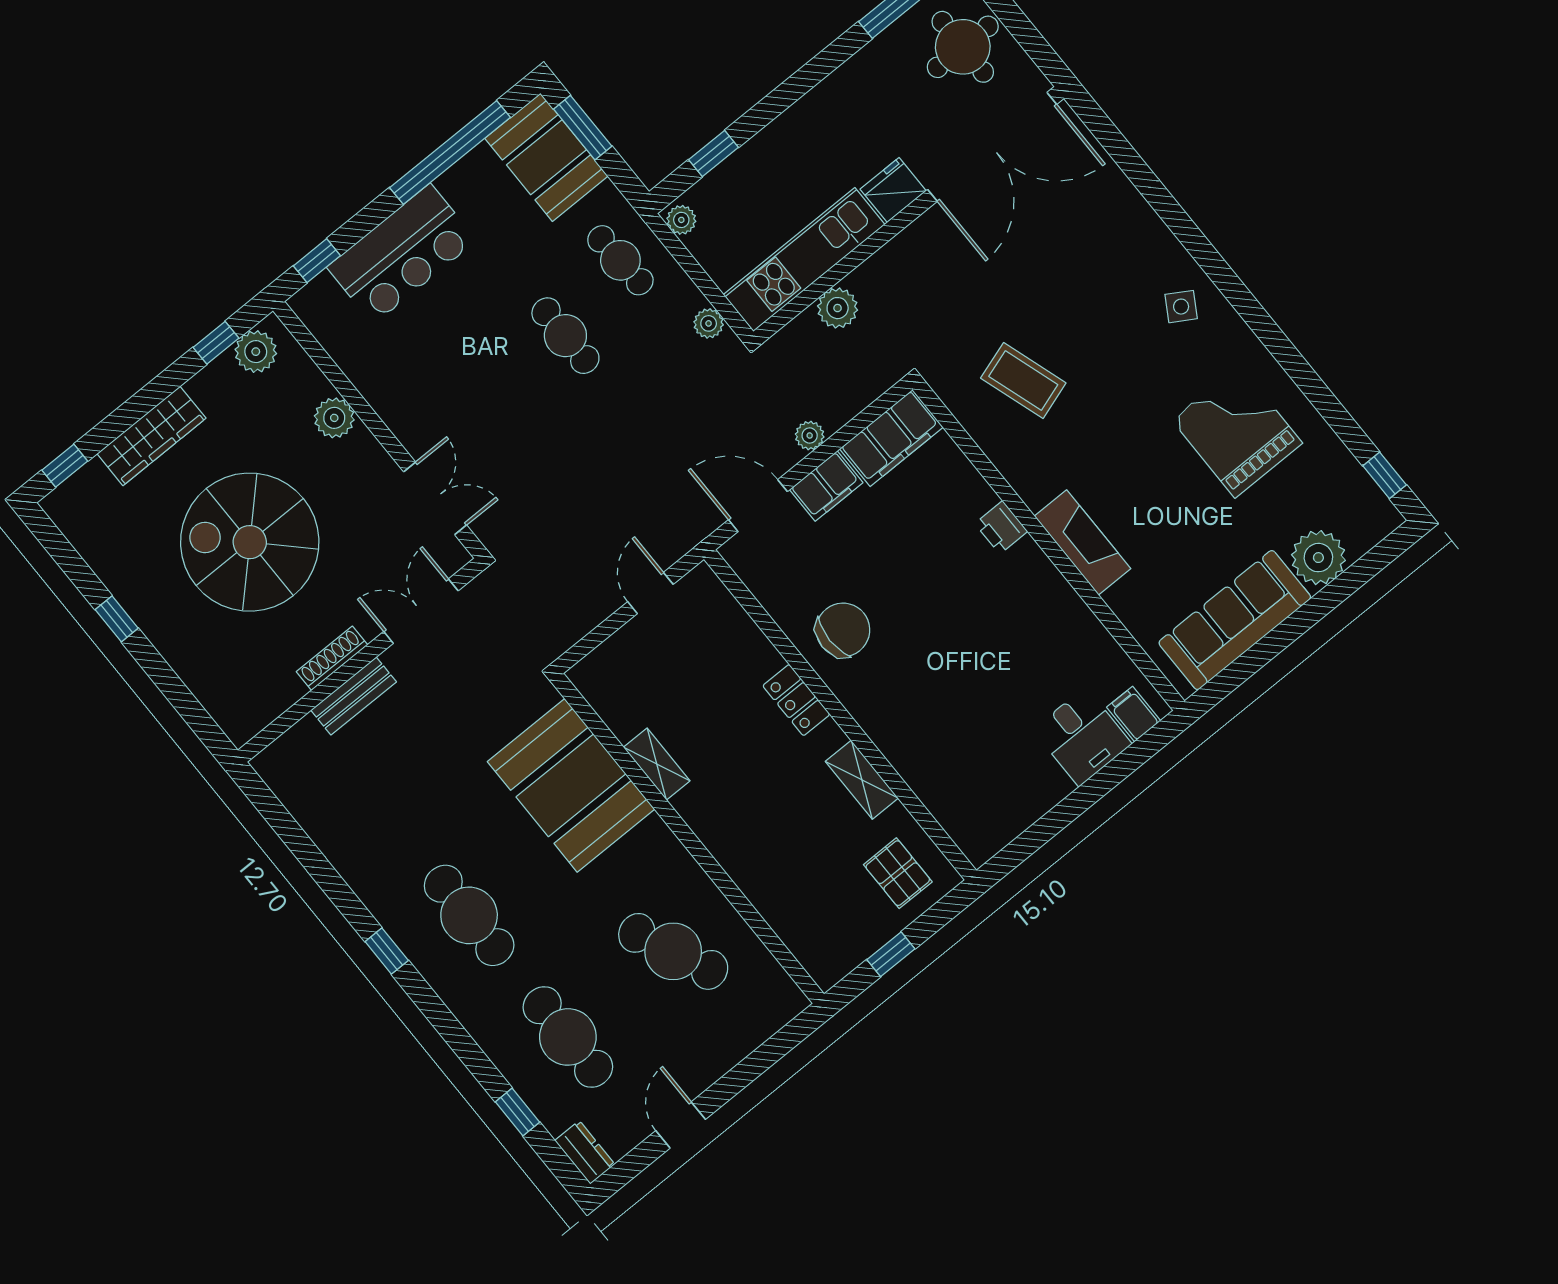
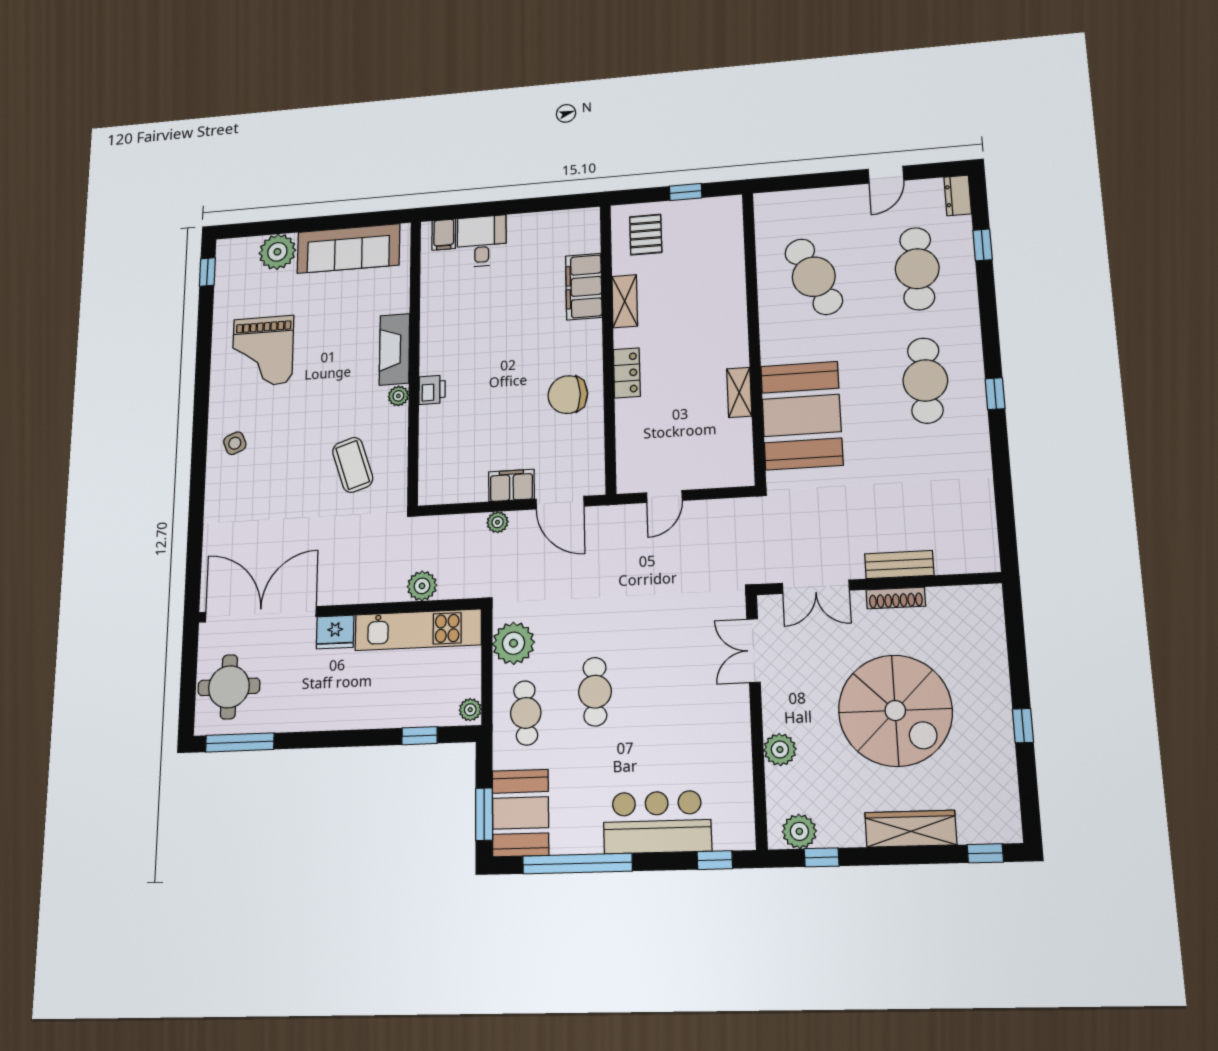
side table: (1181, 307) -> (235, 443), turned 37
plant: (709, 323) -> (513, 643), width x1.87, depth x1.87
filing cabinet: (891, 438) -> (584, 287), moved, turned -90
plant: (1034, 493) -> (398, 396), added

